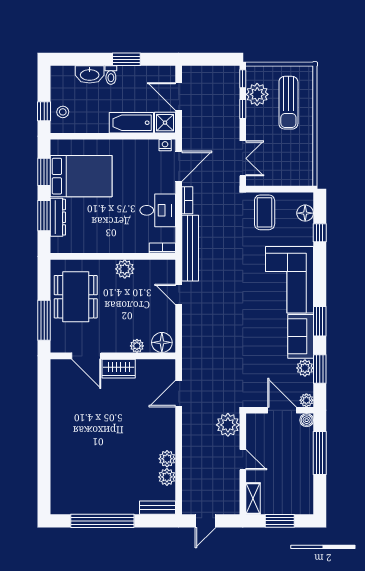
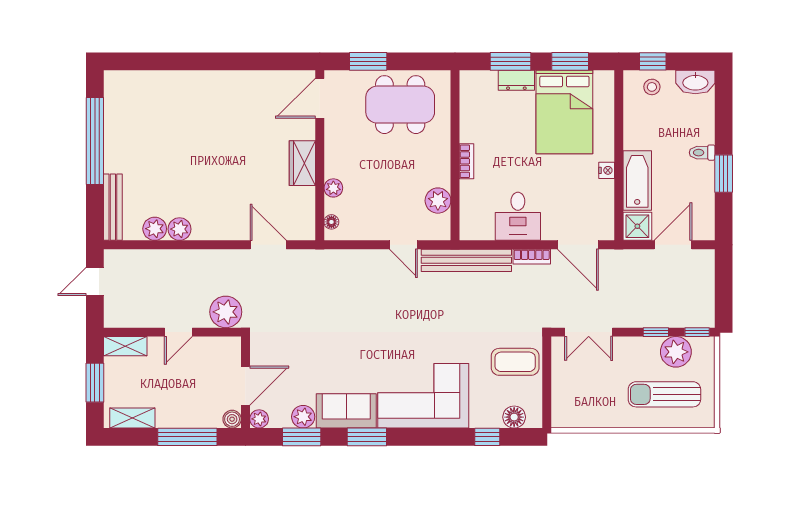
washbasin: (90, 74) -> (695, 82), moved, turned -90
nightstand: (165, 145) -> (607, 170), moved
dresser: (58, 217) -> (516, 80), width x0.70
bookcase: (162, 248) -> (467, 161), moved
plant: (125, 269) -> (438, 201), moved
door: (179, 294) -> (403, 245), swing flipped
window: (44, 320) -> (368, 61), width x0.69
floor lamp: (162, 342) -> (331, 222), width x0.53, depth x0.53
door: (86, 356) -> (320, 98), moved
shelving: (306, 493) -> (132, 418), added
bench: (158, 508) -> (113, 207), width x1.36
door: (205, 521) -> (95, 281), hinge flipped

